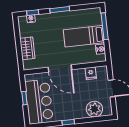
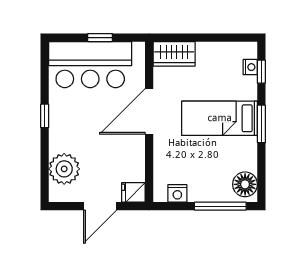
floor lamp: (92, 15) -> (245, 184), added
bed: (84, 36) -> (220, 118), moved, turned -90
wardrobe: (27, 48) -> (174, 54), moved
fridge: (91, 73) -> (133, 192), moved

